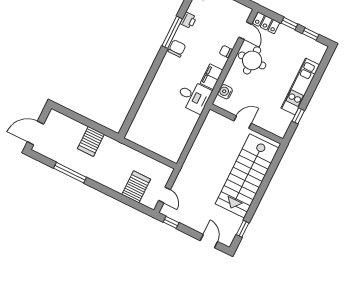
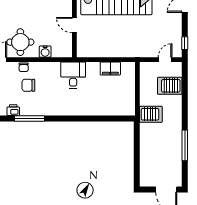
chair: (177, 48) -> (28, 85), moved
filing cabinet: (212, 77) -> (110, 69), moved
water cooler: (225, 92) -> (45, 52), moved
server rack: (91, 141) -> (151, 114), moved

